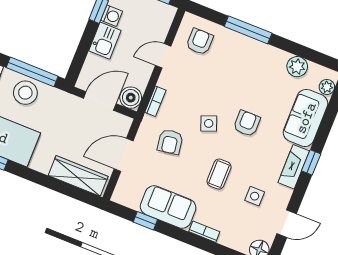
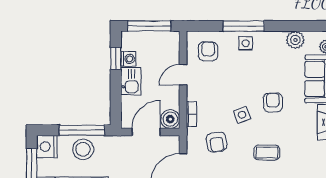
coffee table: (219, 174) -> (267, 153), turned 90
side table: (255, 196) -> (246, 43), moved

